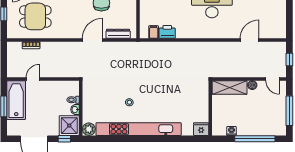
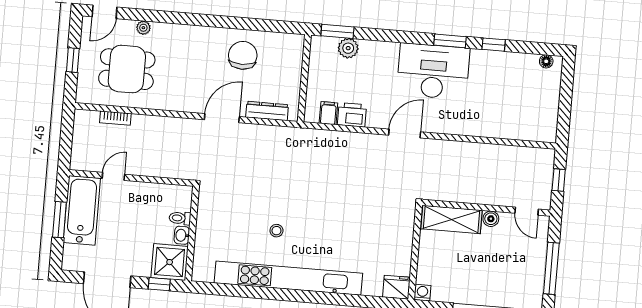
door: (249, 40) -> (405, 133), moved
plant: (89, 129) -> (203, 271), removed
washing machine: (232, 131) -> (422, 293), moved

